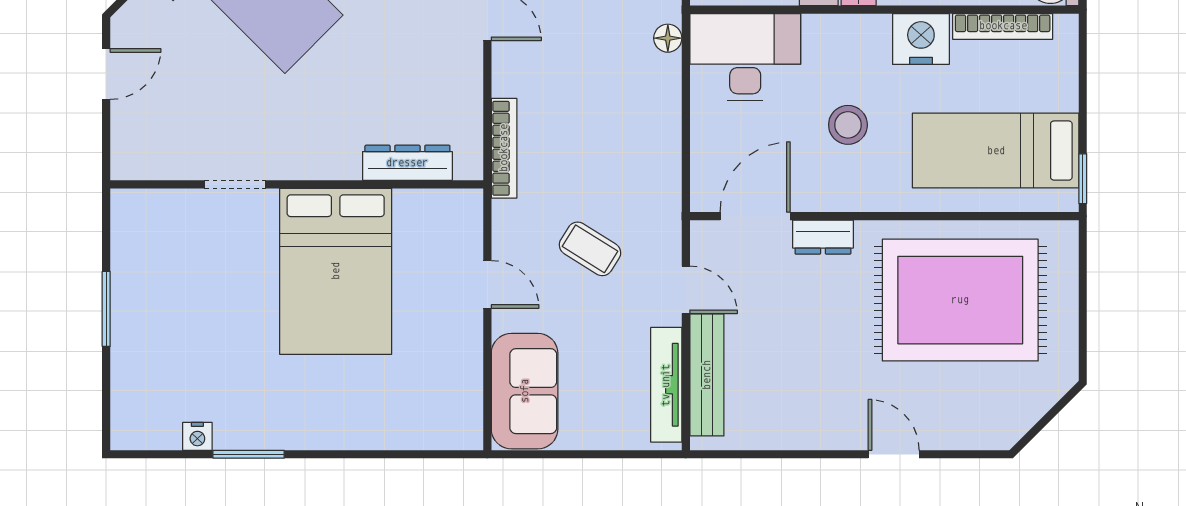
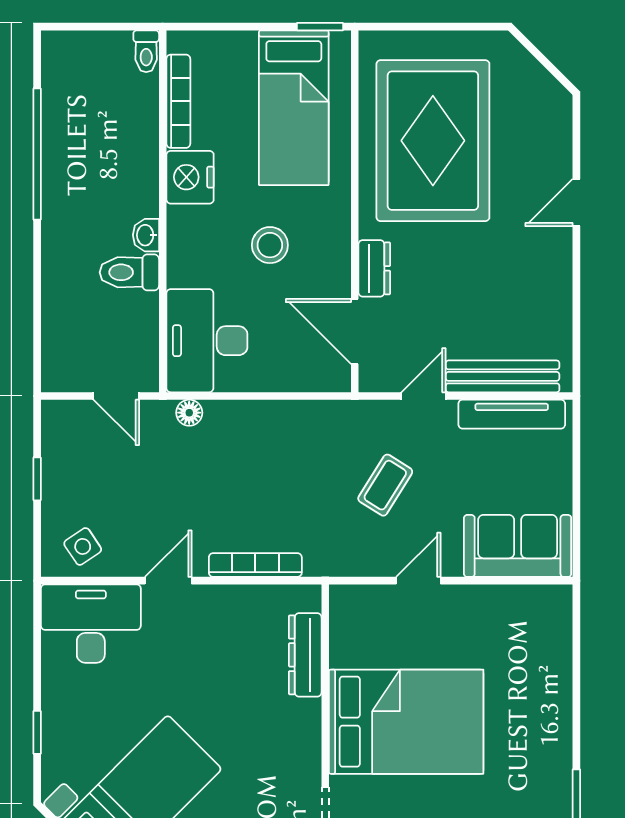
bookcase: (504, 148) -> (255, 565), moved

